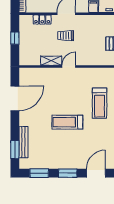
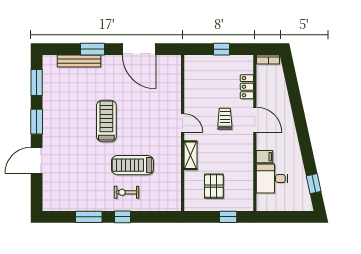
shelving: (51, 61) -> (190, 155), moved
window: (15, 150) -> (92, 49), moved
door: (96, 173) -> (37, 160), swing flipped

